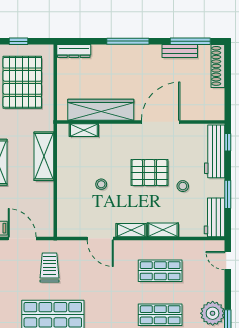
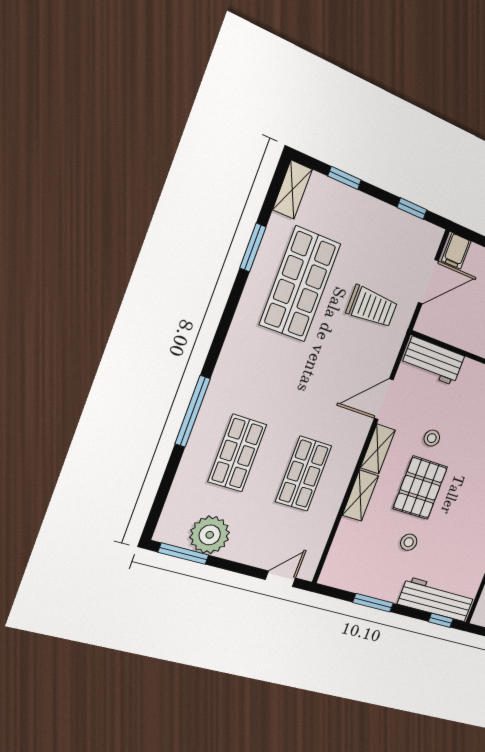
pallet: (149, 173) -> (420, 488), moved
stool: (101, 184) -> (432, 438), moved
workbench: (214, 217) -> (433, 361), moved, turned 180

